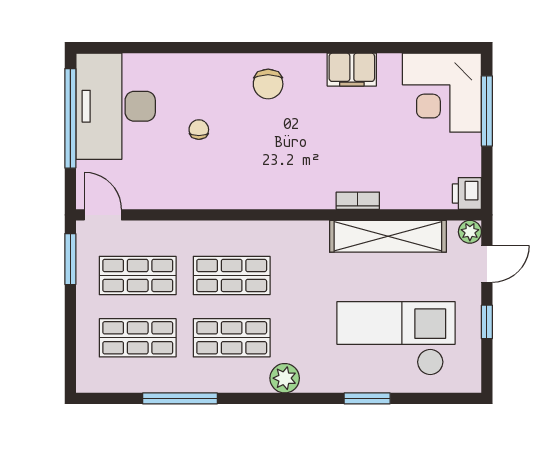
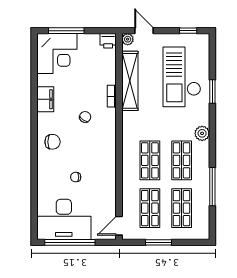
chair: (317, 148) -> (85, 117), added
window: (70, 259) -> (158, 242), moved
window: (487, 322) -> (188, 31), moved

